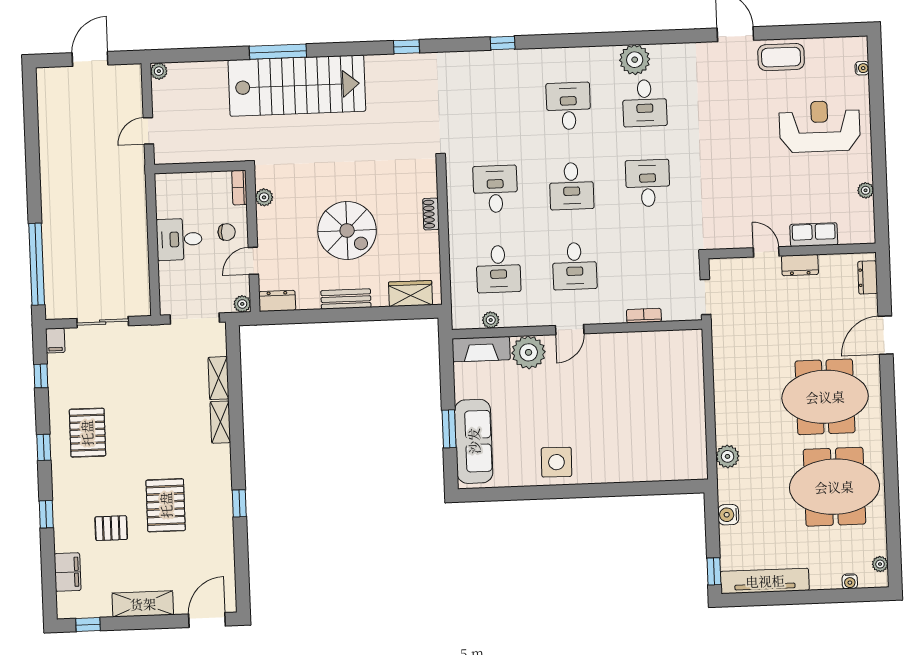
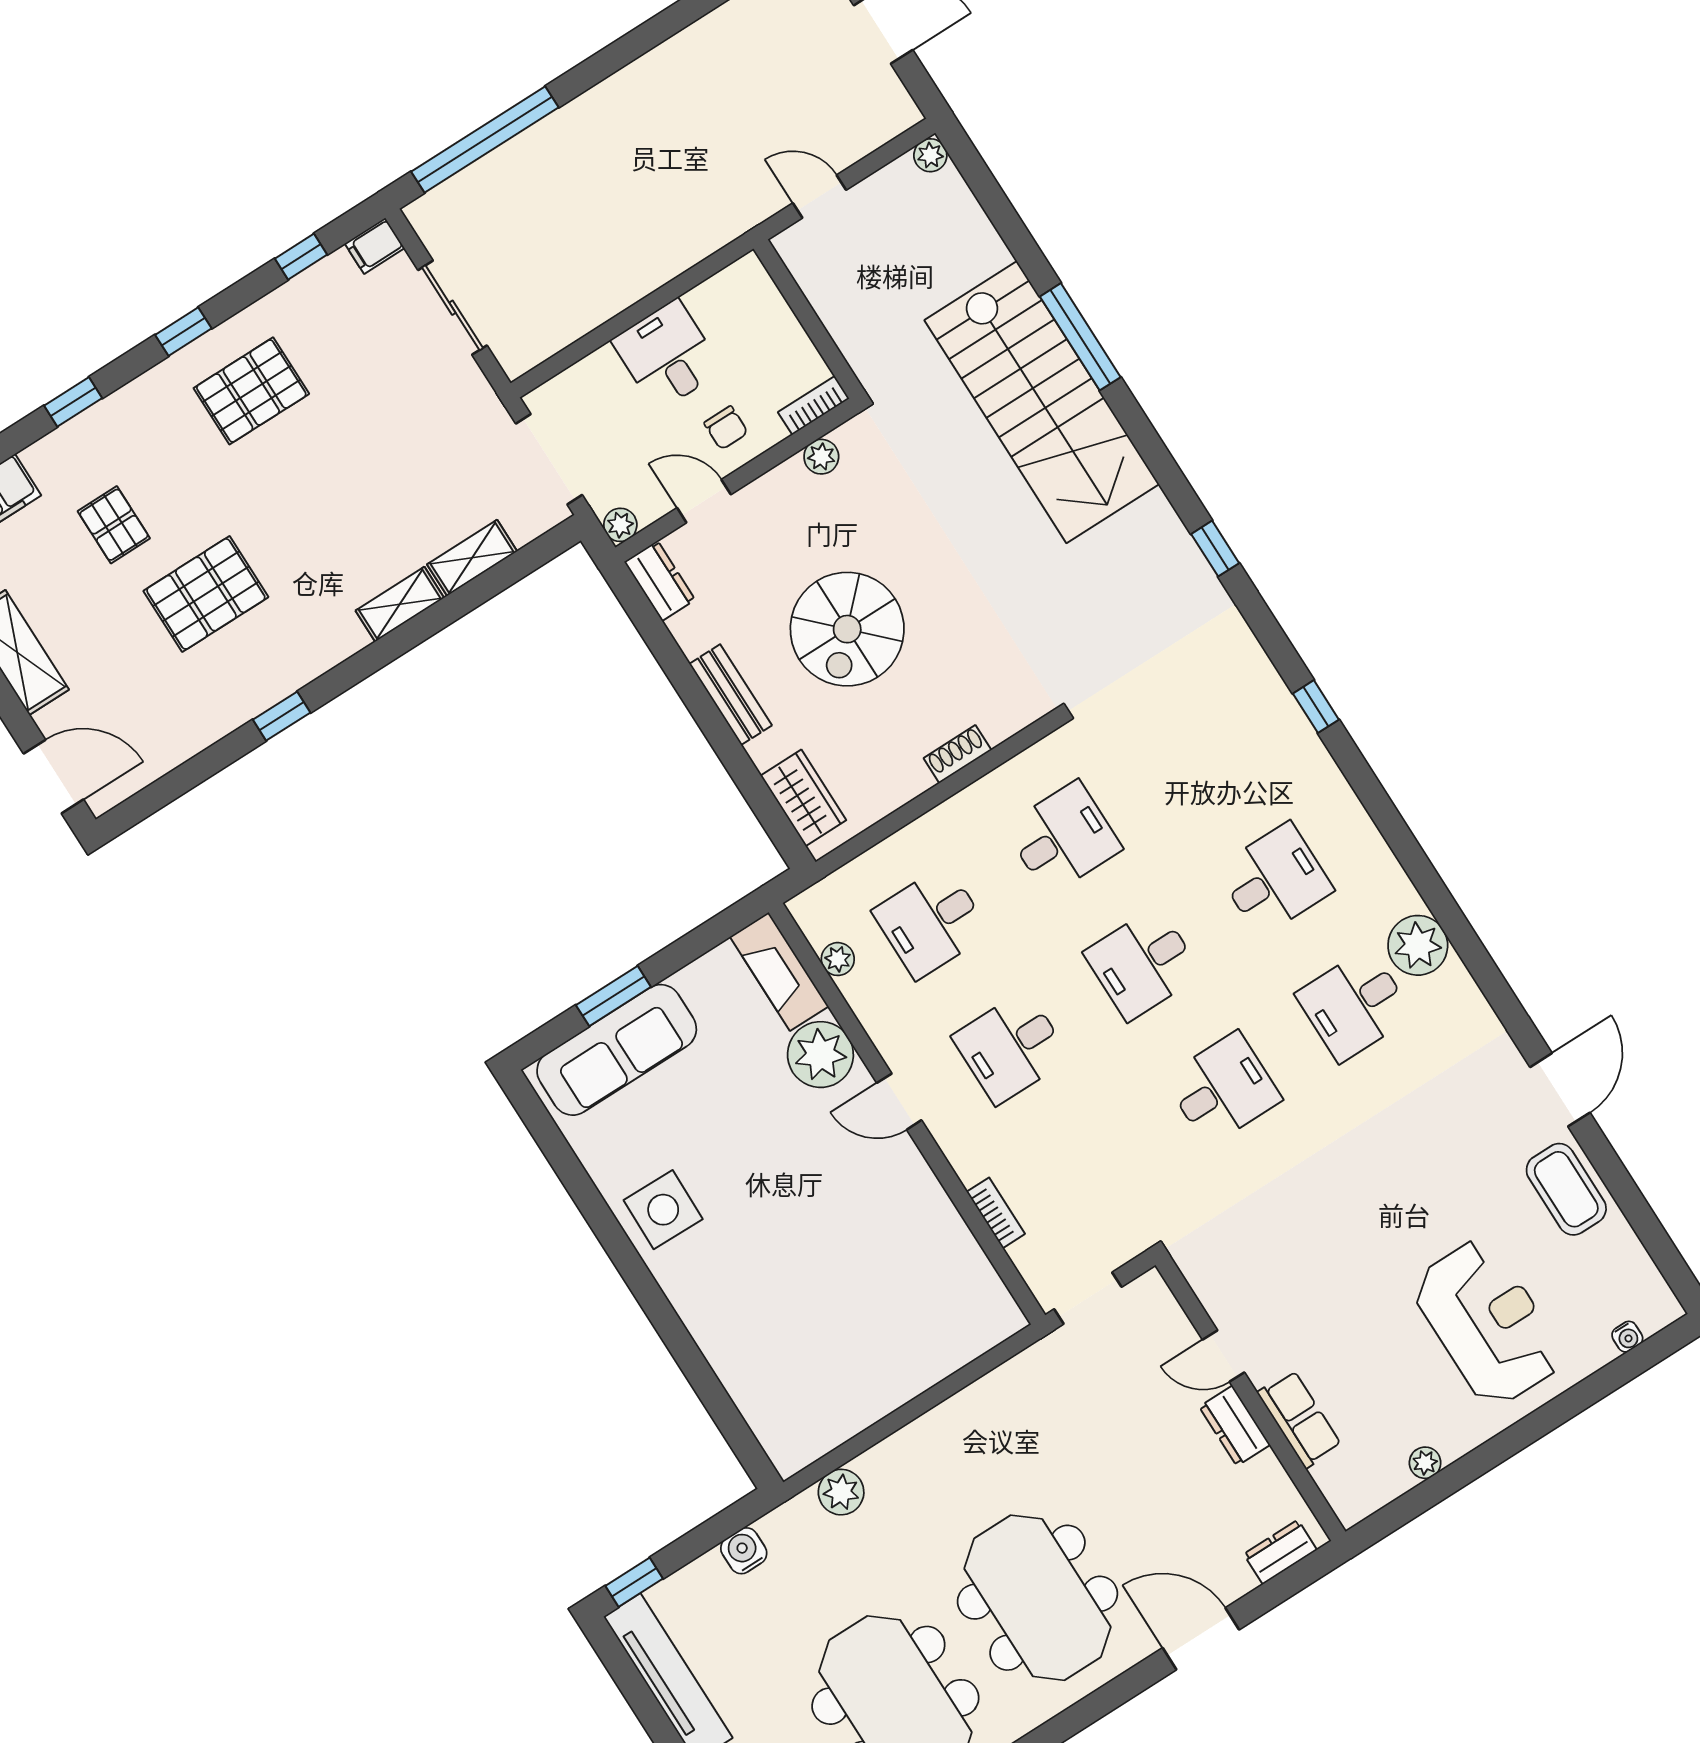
door: (766, 252) -> (1223, 1356), swing flipped

